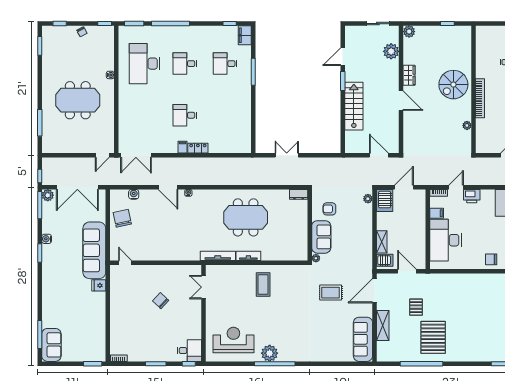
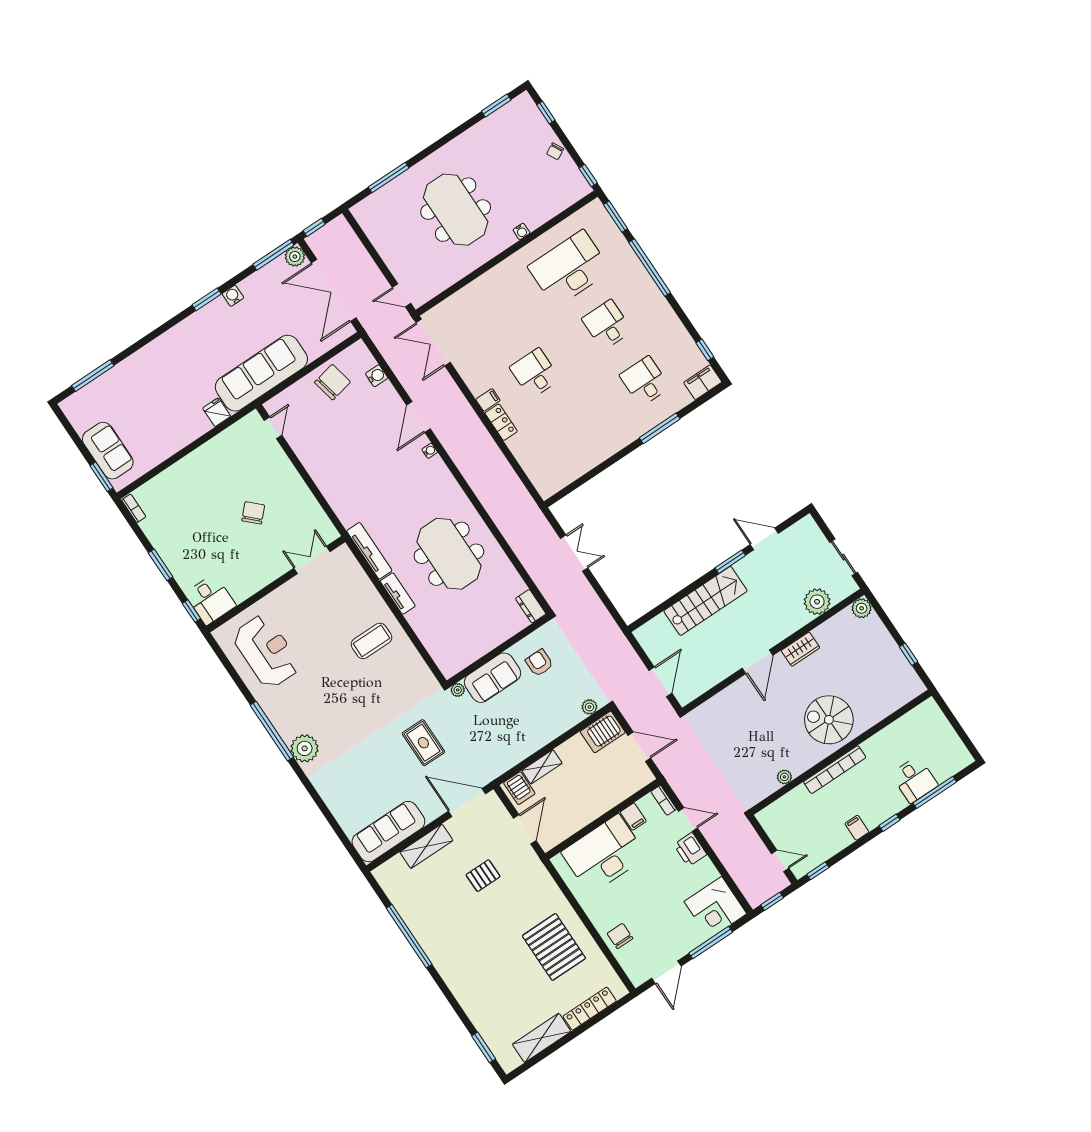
pallet: (433, 337) -> (554, 947), moved, turned 90
sofa: (51, 345) -> (108, 451), moved, turned -90
plant: (270, 353) -> (305, 748), moved

